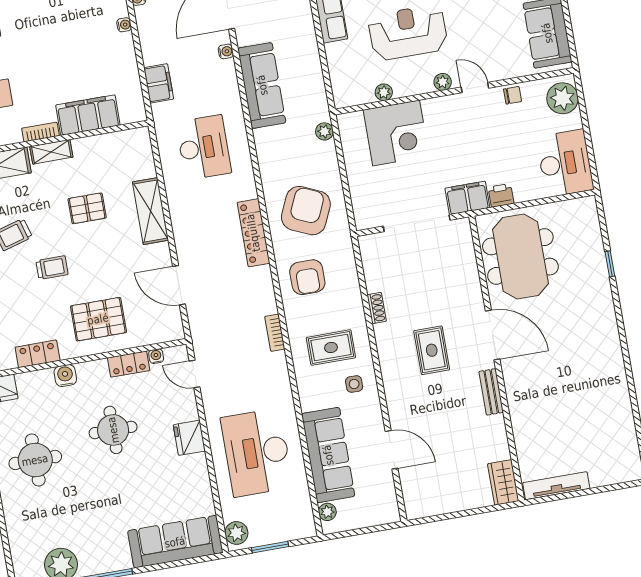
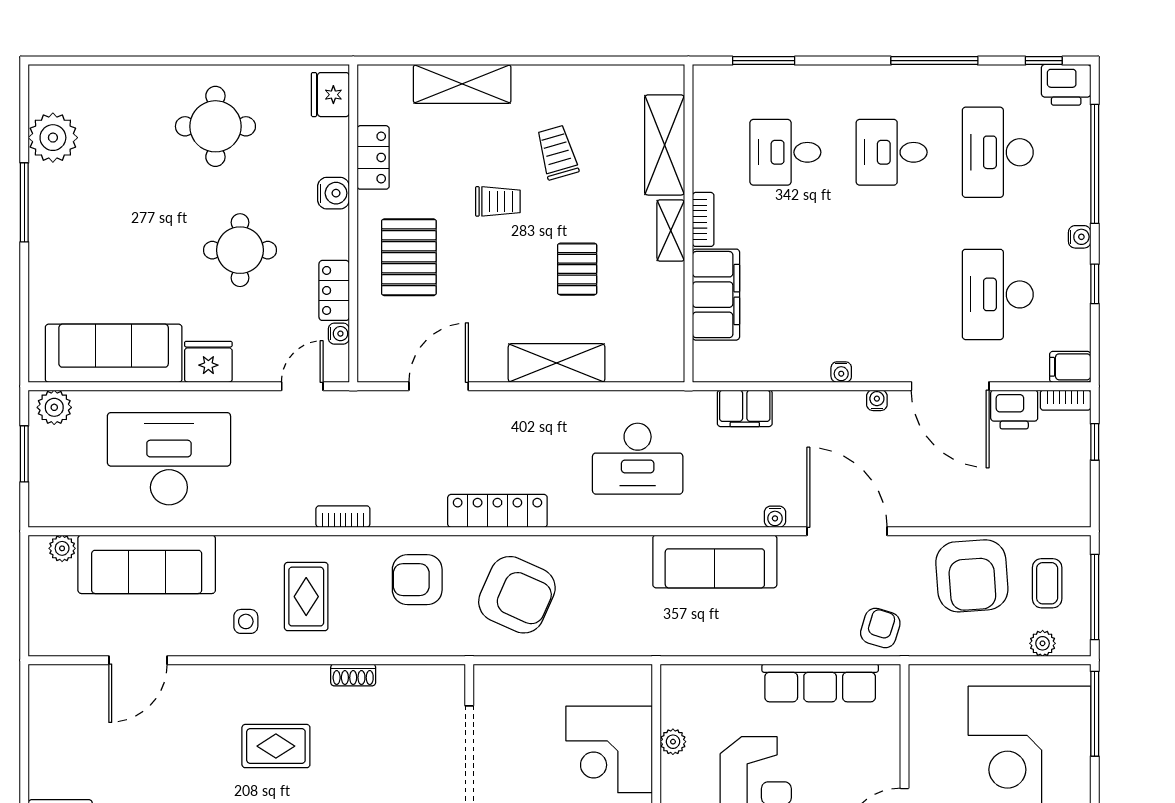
plant: (324, 131) -> (630, 643), removed
trolley: (52, 268) -> (498, 201), turned -90
sofa: (175, 542) -> (114, 353), moved, turned -90

